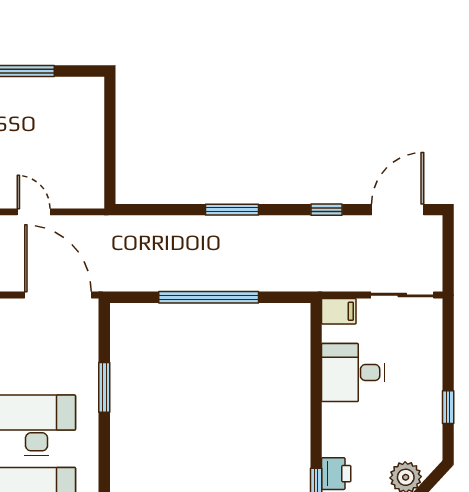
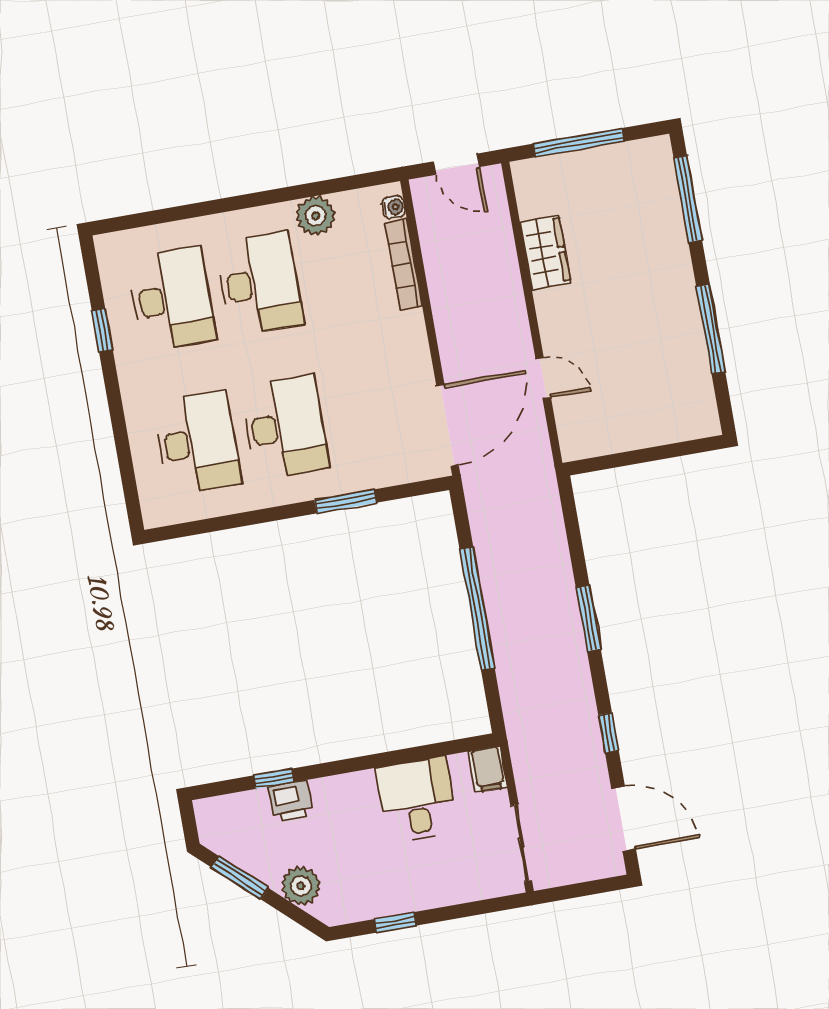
door: (34, 212) -> (543, 378), hinge flipped

